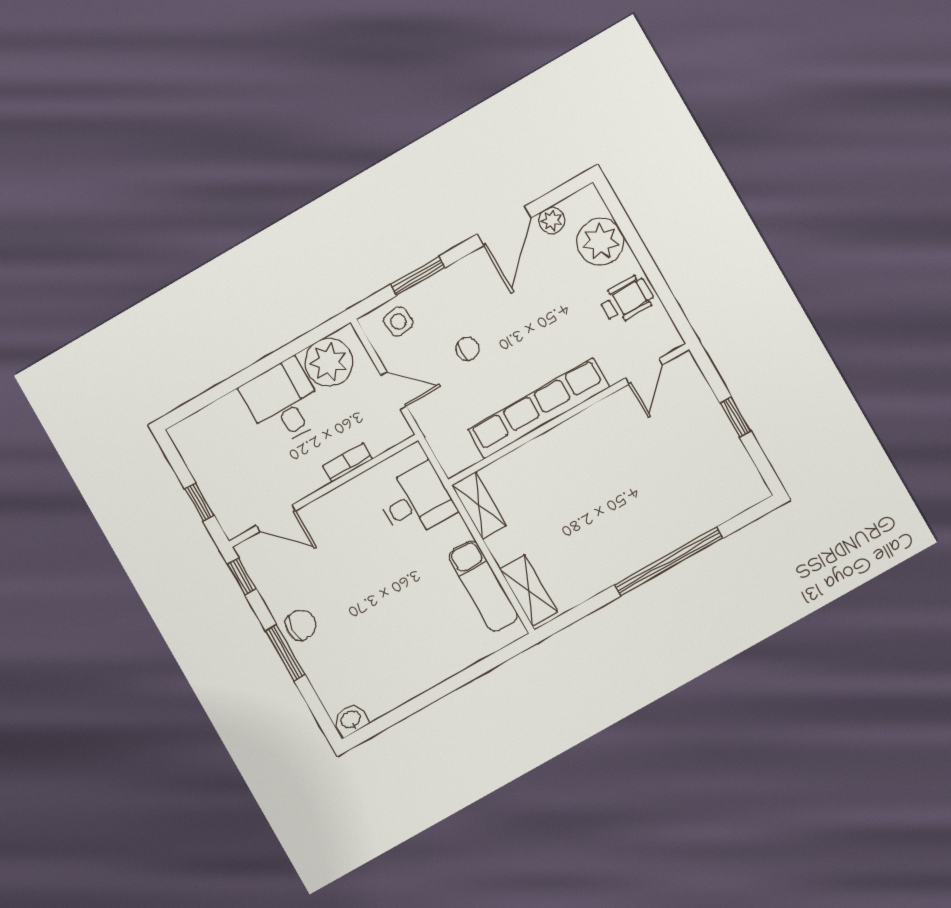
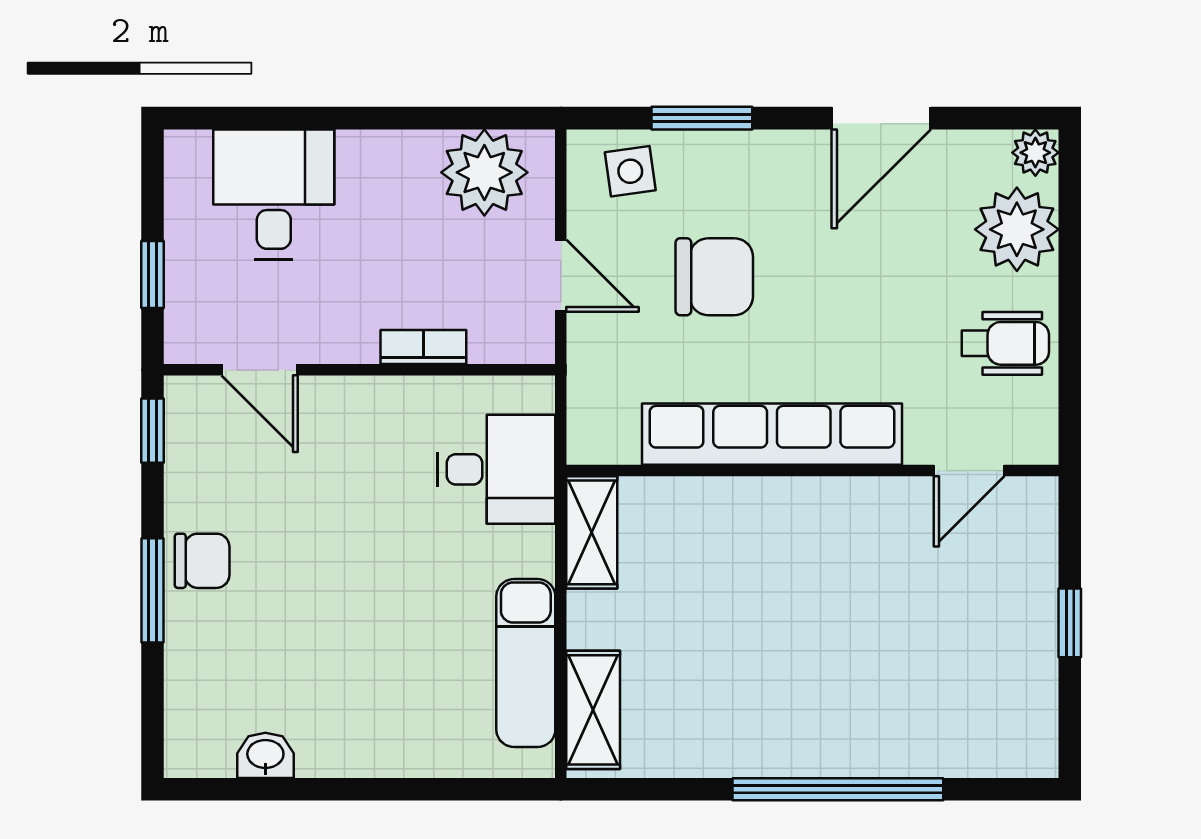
plant: (552, 221) -> (1035, 153), moved
chair: (467, 349) -> (714, 277), width x1.87, depth x1.87
desk: (283, 402) -> (274, 194), moved
washbasin: (351, 720) -> (265, 755), moved

